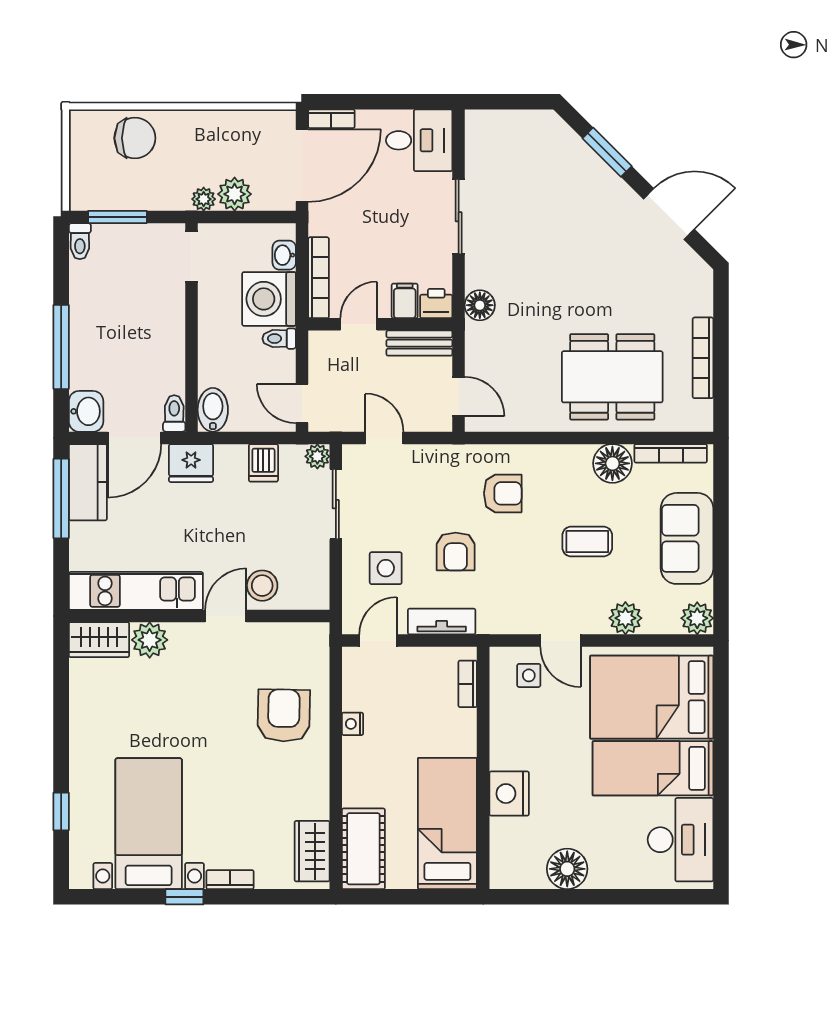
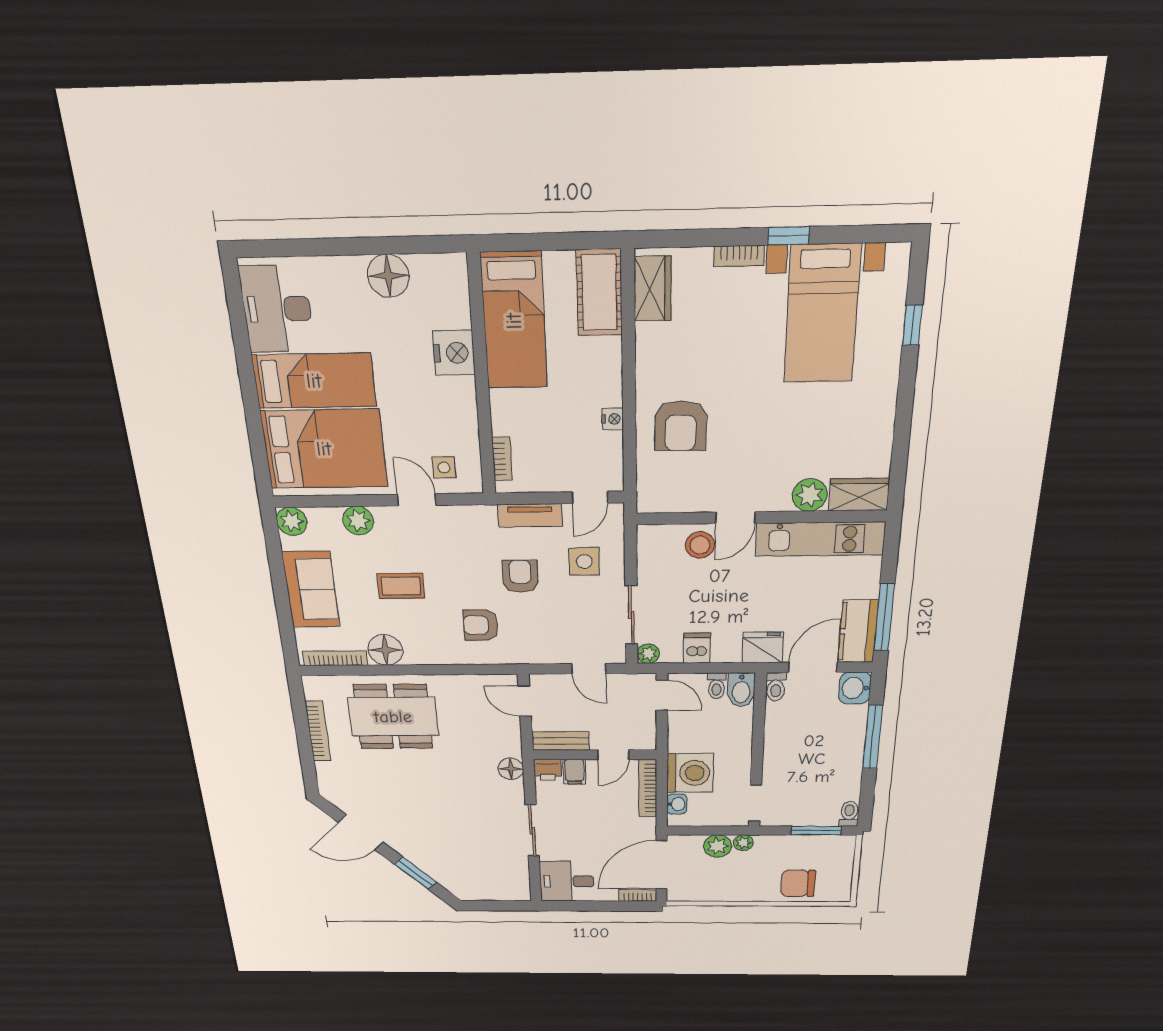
toilet: (279, 339) -> (717, 686), moved, turned 90

